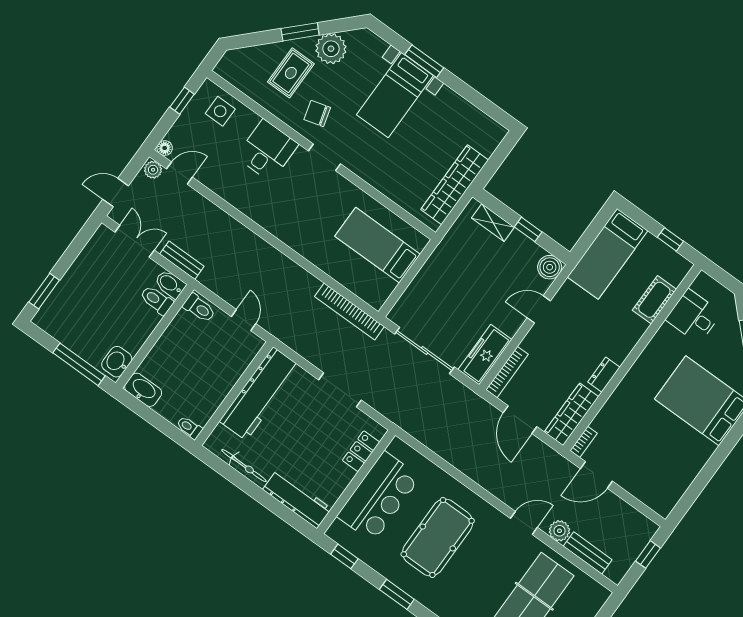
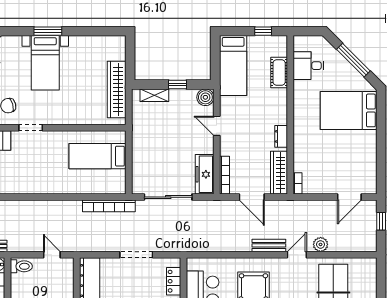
door: (539, 309) -> (217, 126), hinge flipped
door: (596, 475) -> (349, 197), moved
bench: (588, 553) -> (269, 245), moved

